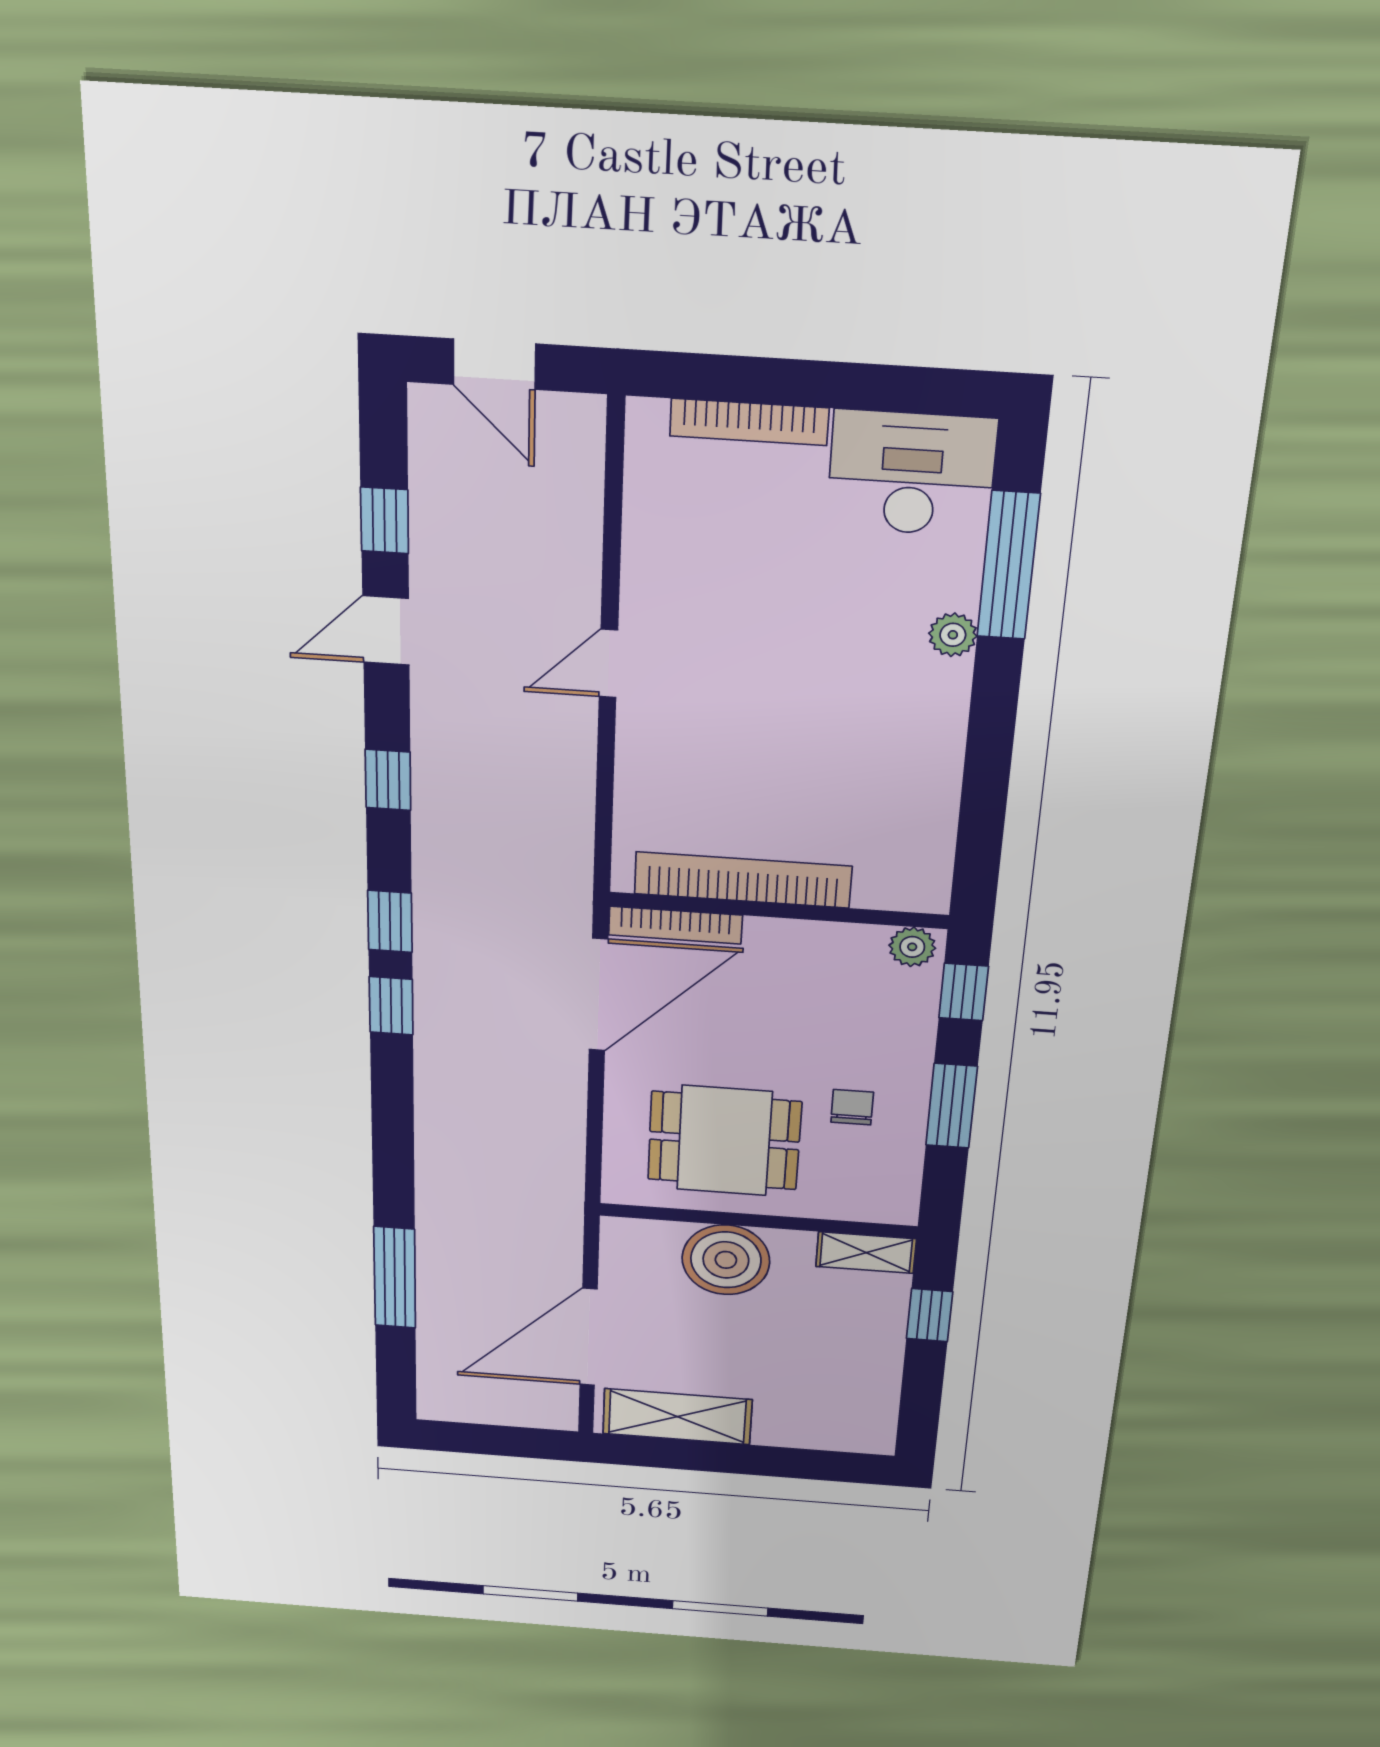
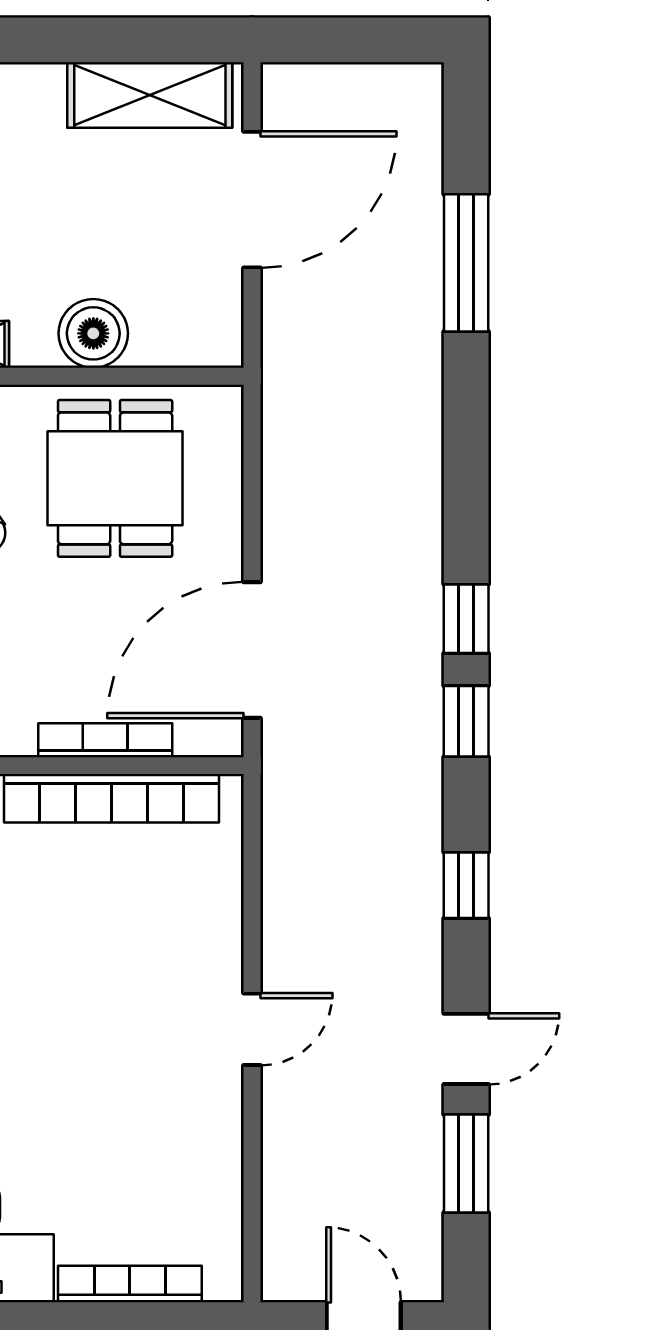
window: (385, 520) -> (466, 1163), width x1.50
bookcase: (675, 925) -> (105, 740), moved
dining table: (724, 1141) -> (115, 478), turned 90
boiler: (726, 1260) -> (93, 333), width x0.73, depth x0.73

